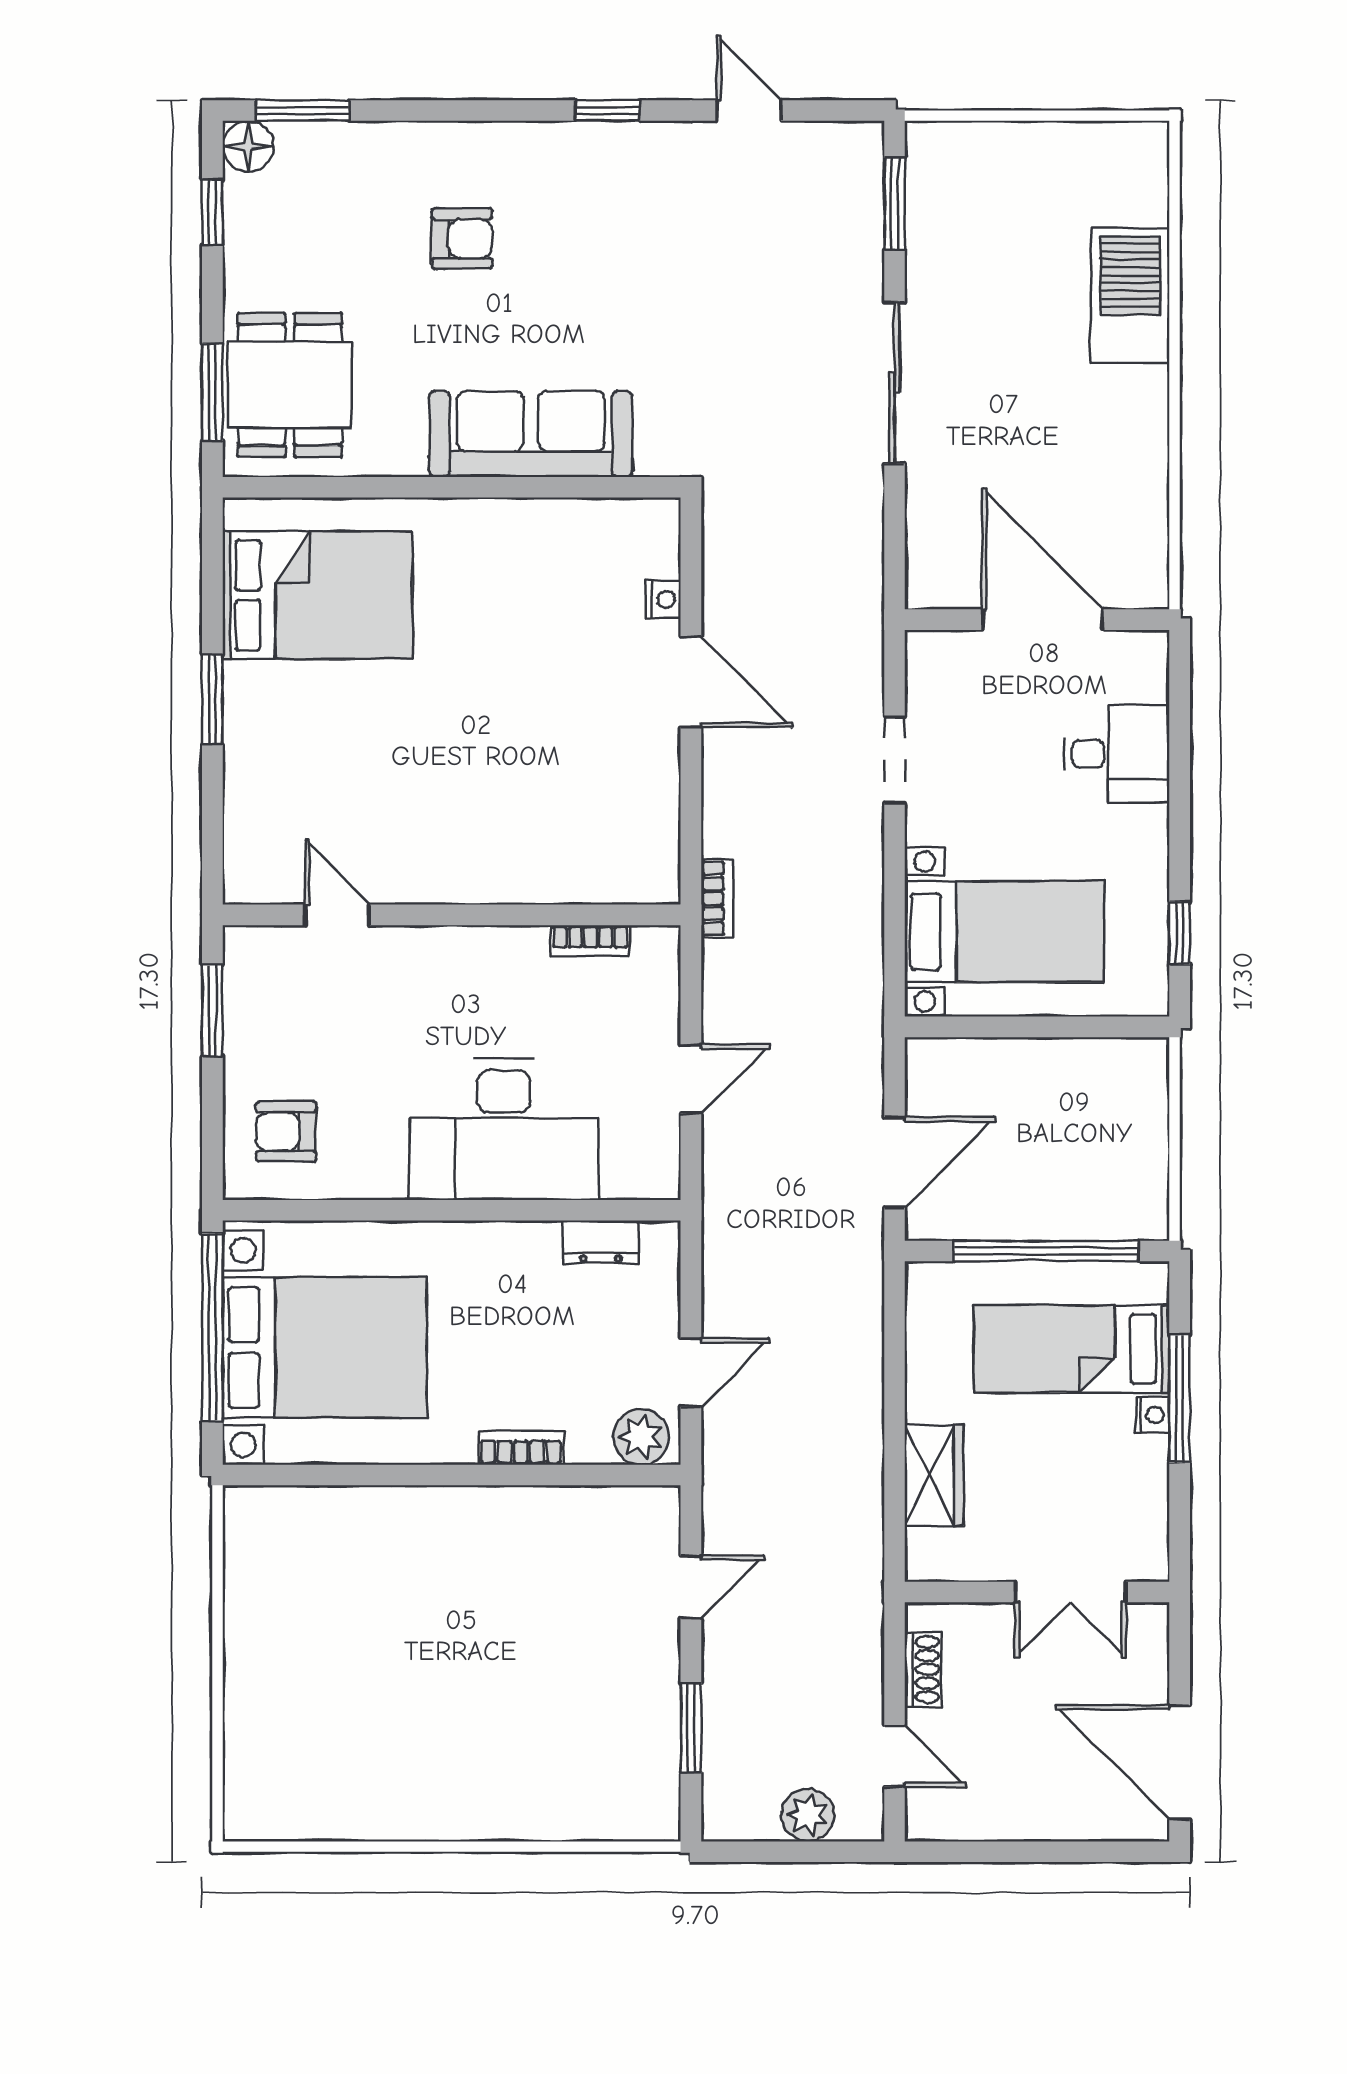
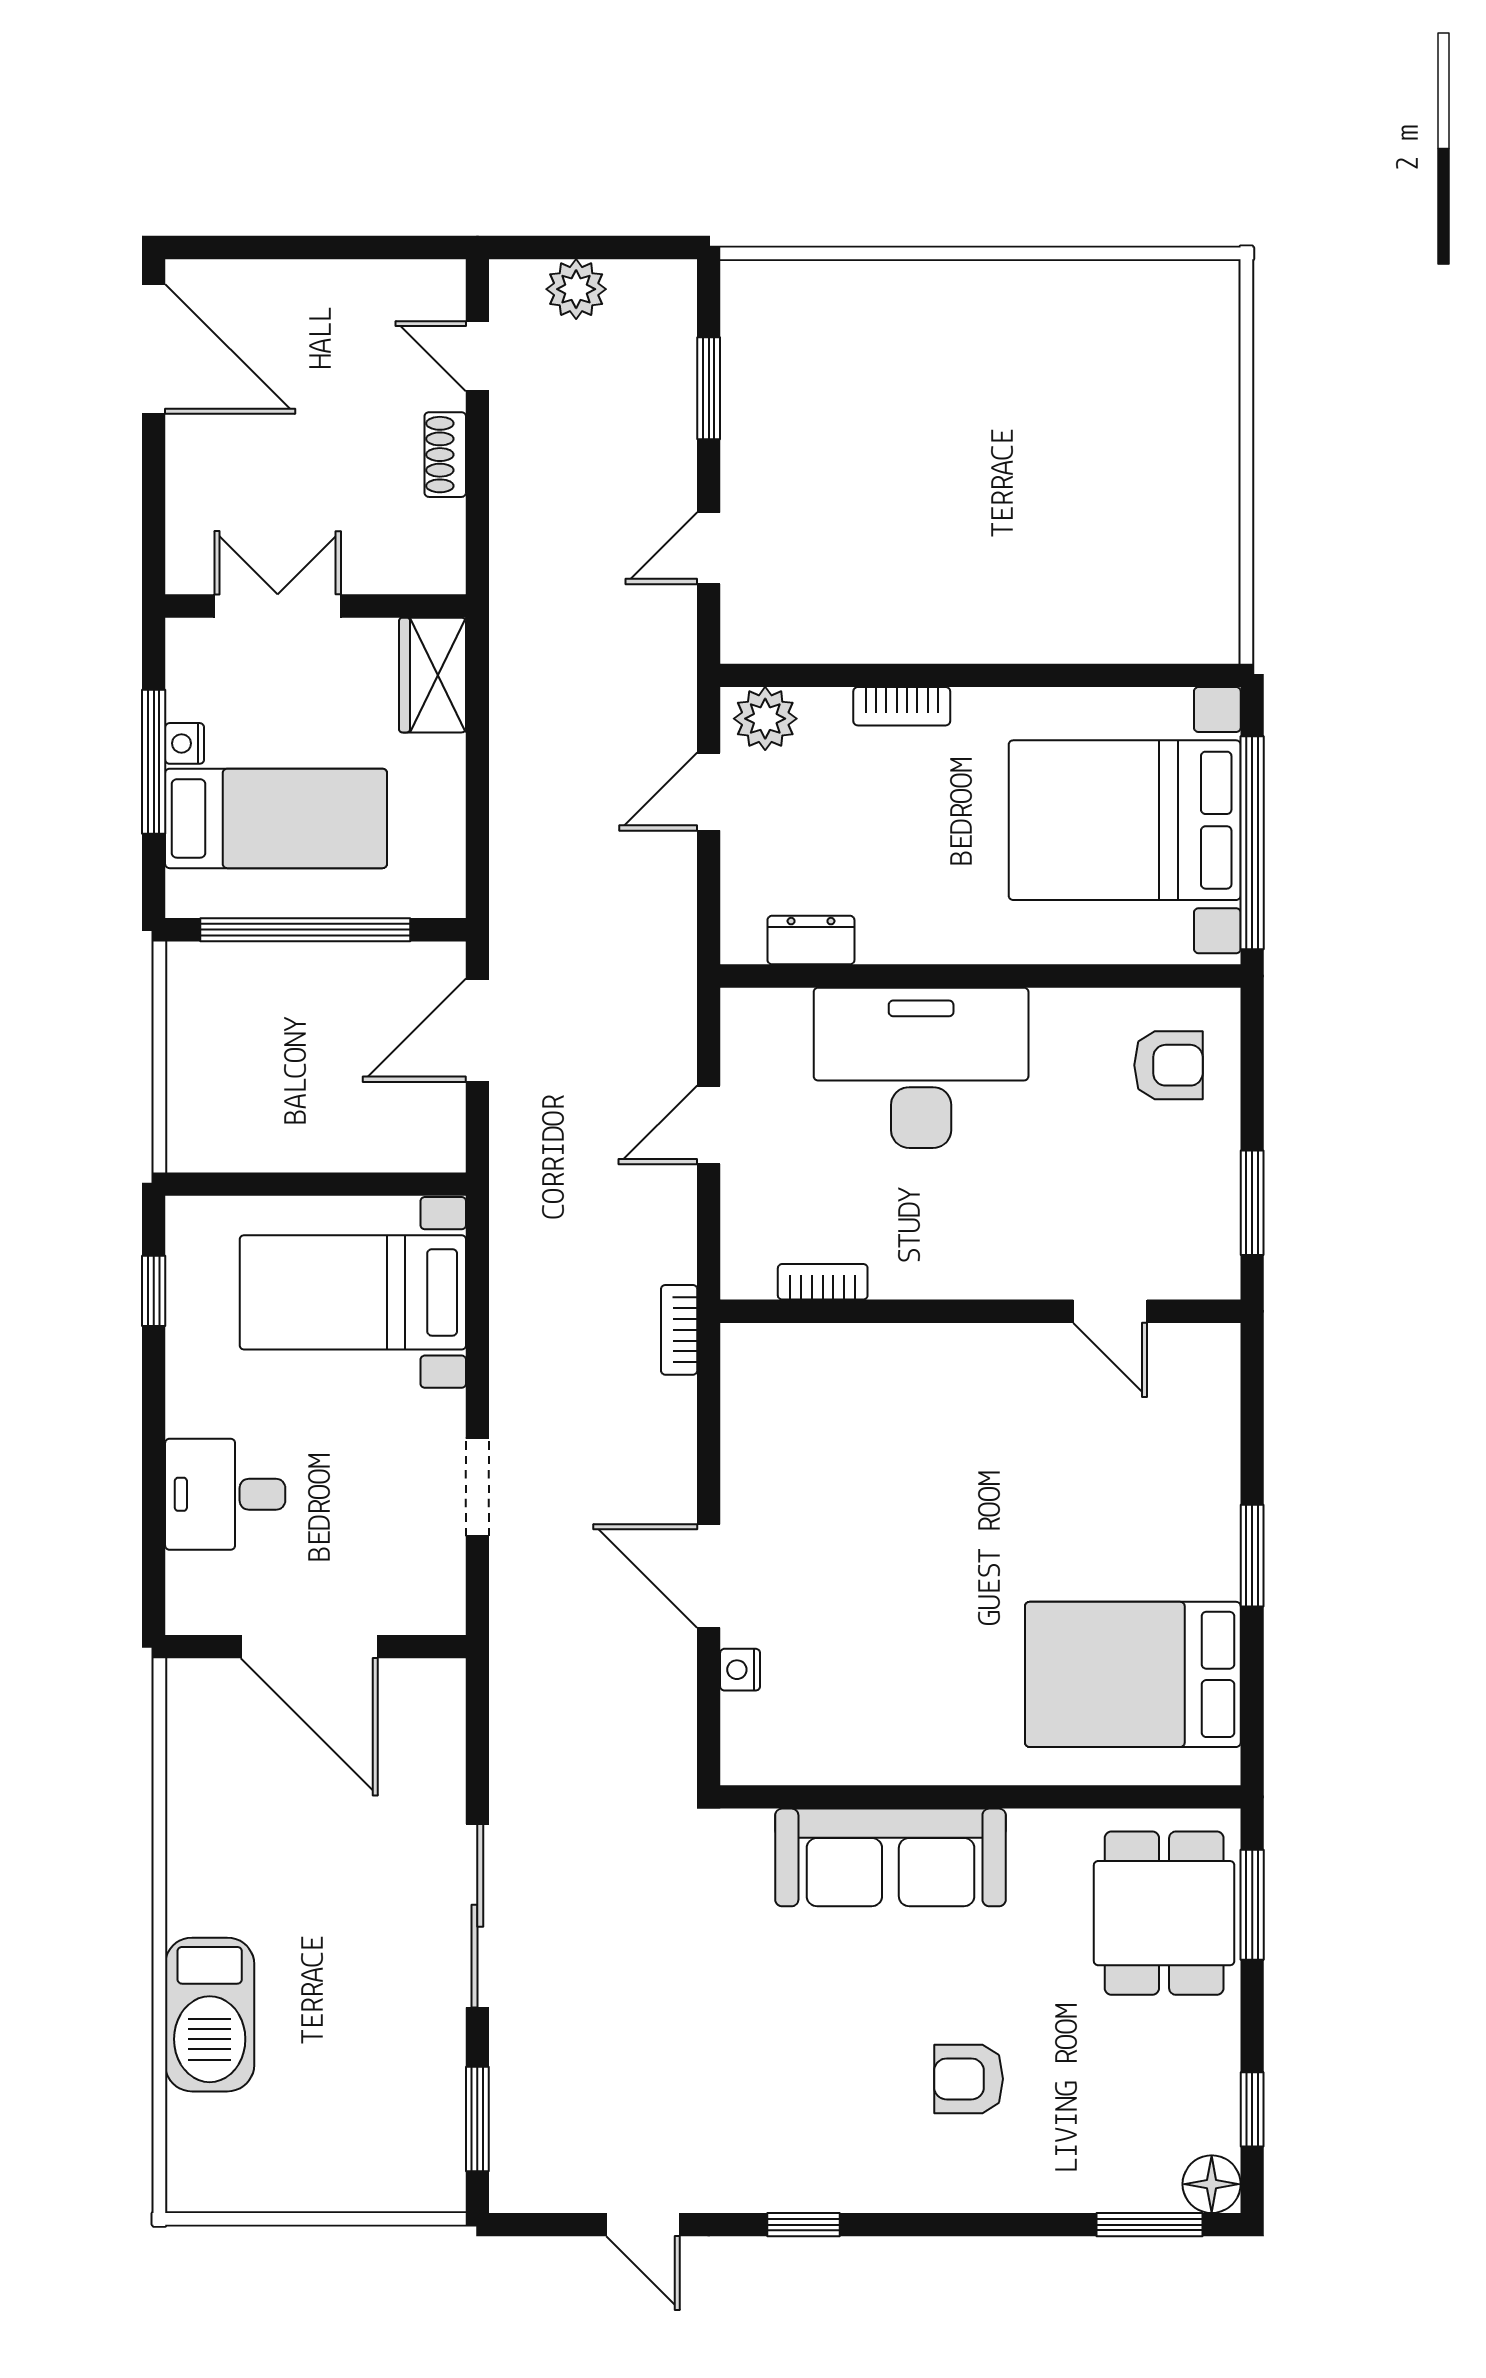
wall: (1037, 1592) -> (316, 606), moved
double door: (1070, 1592) -> (278, 606), moved

